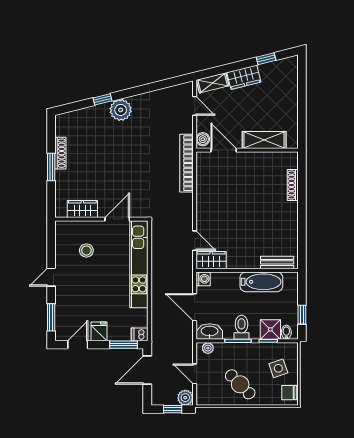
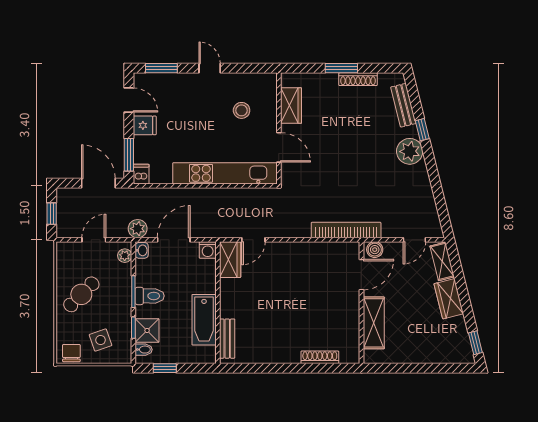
window: (266, 59) -> (475, 343), moved
bench: (82, 115) -> (403, 105), added
washbasin: (210, 331) -> (142, 250), width x0.52, depth x0.69
plant: (185, 398) -> (138, 229), moved

